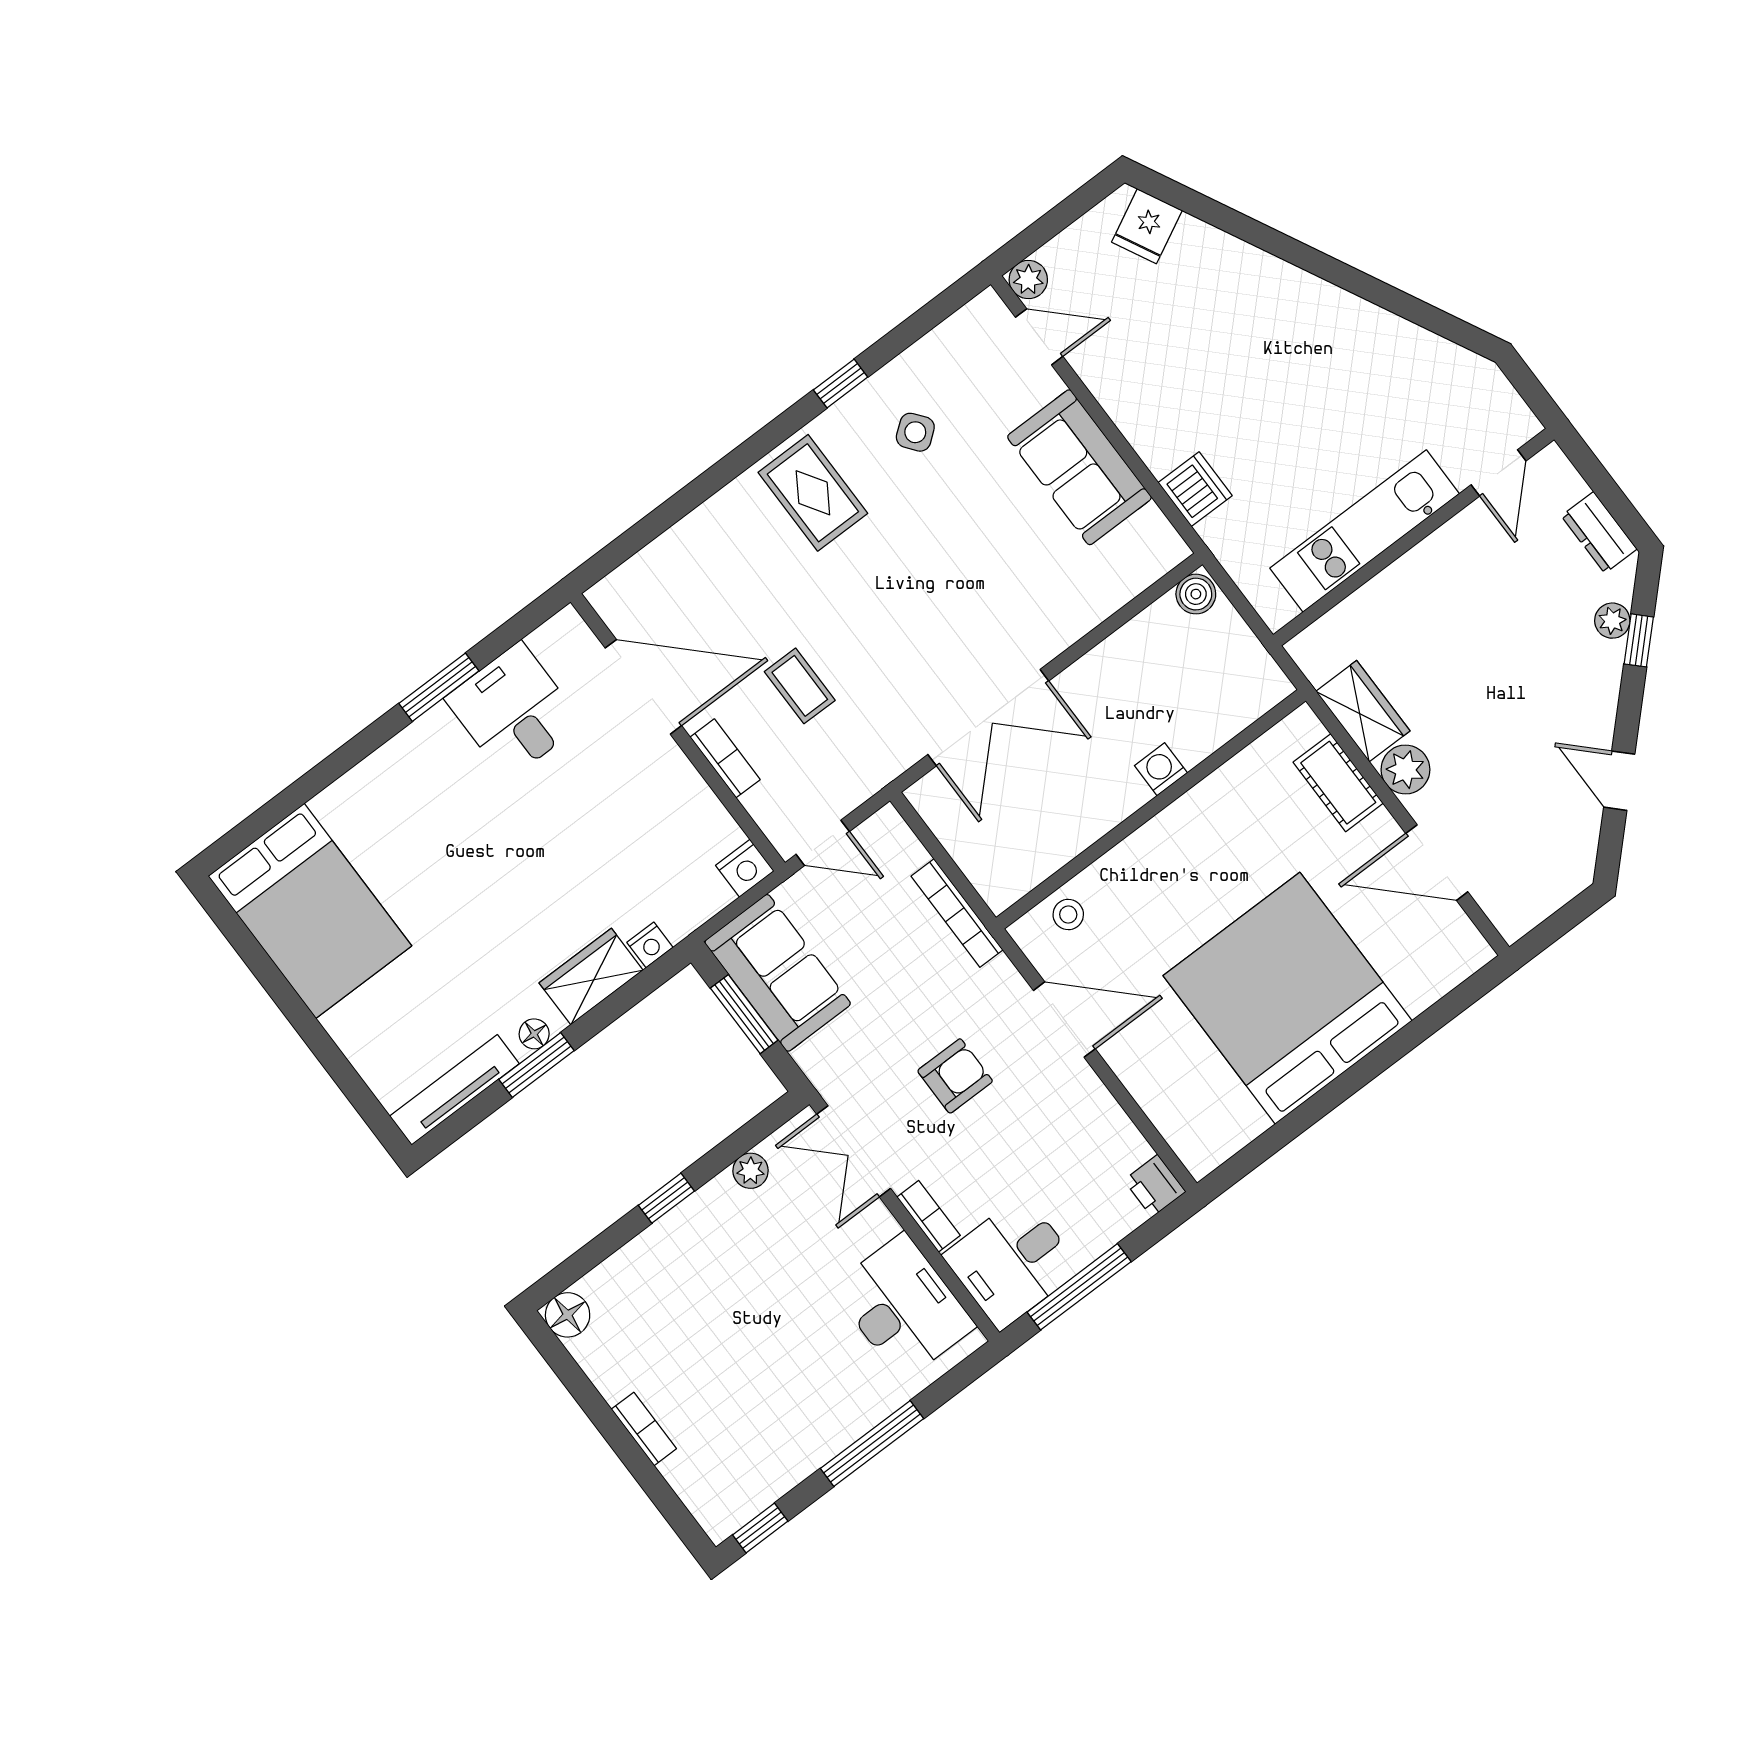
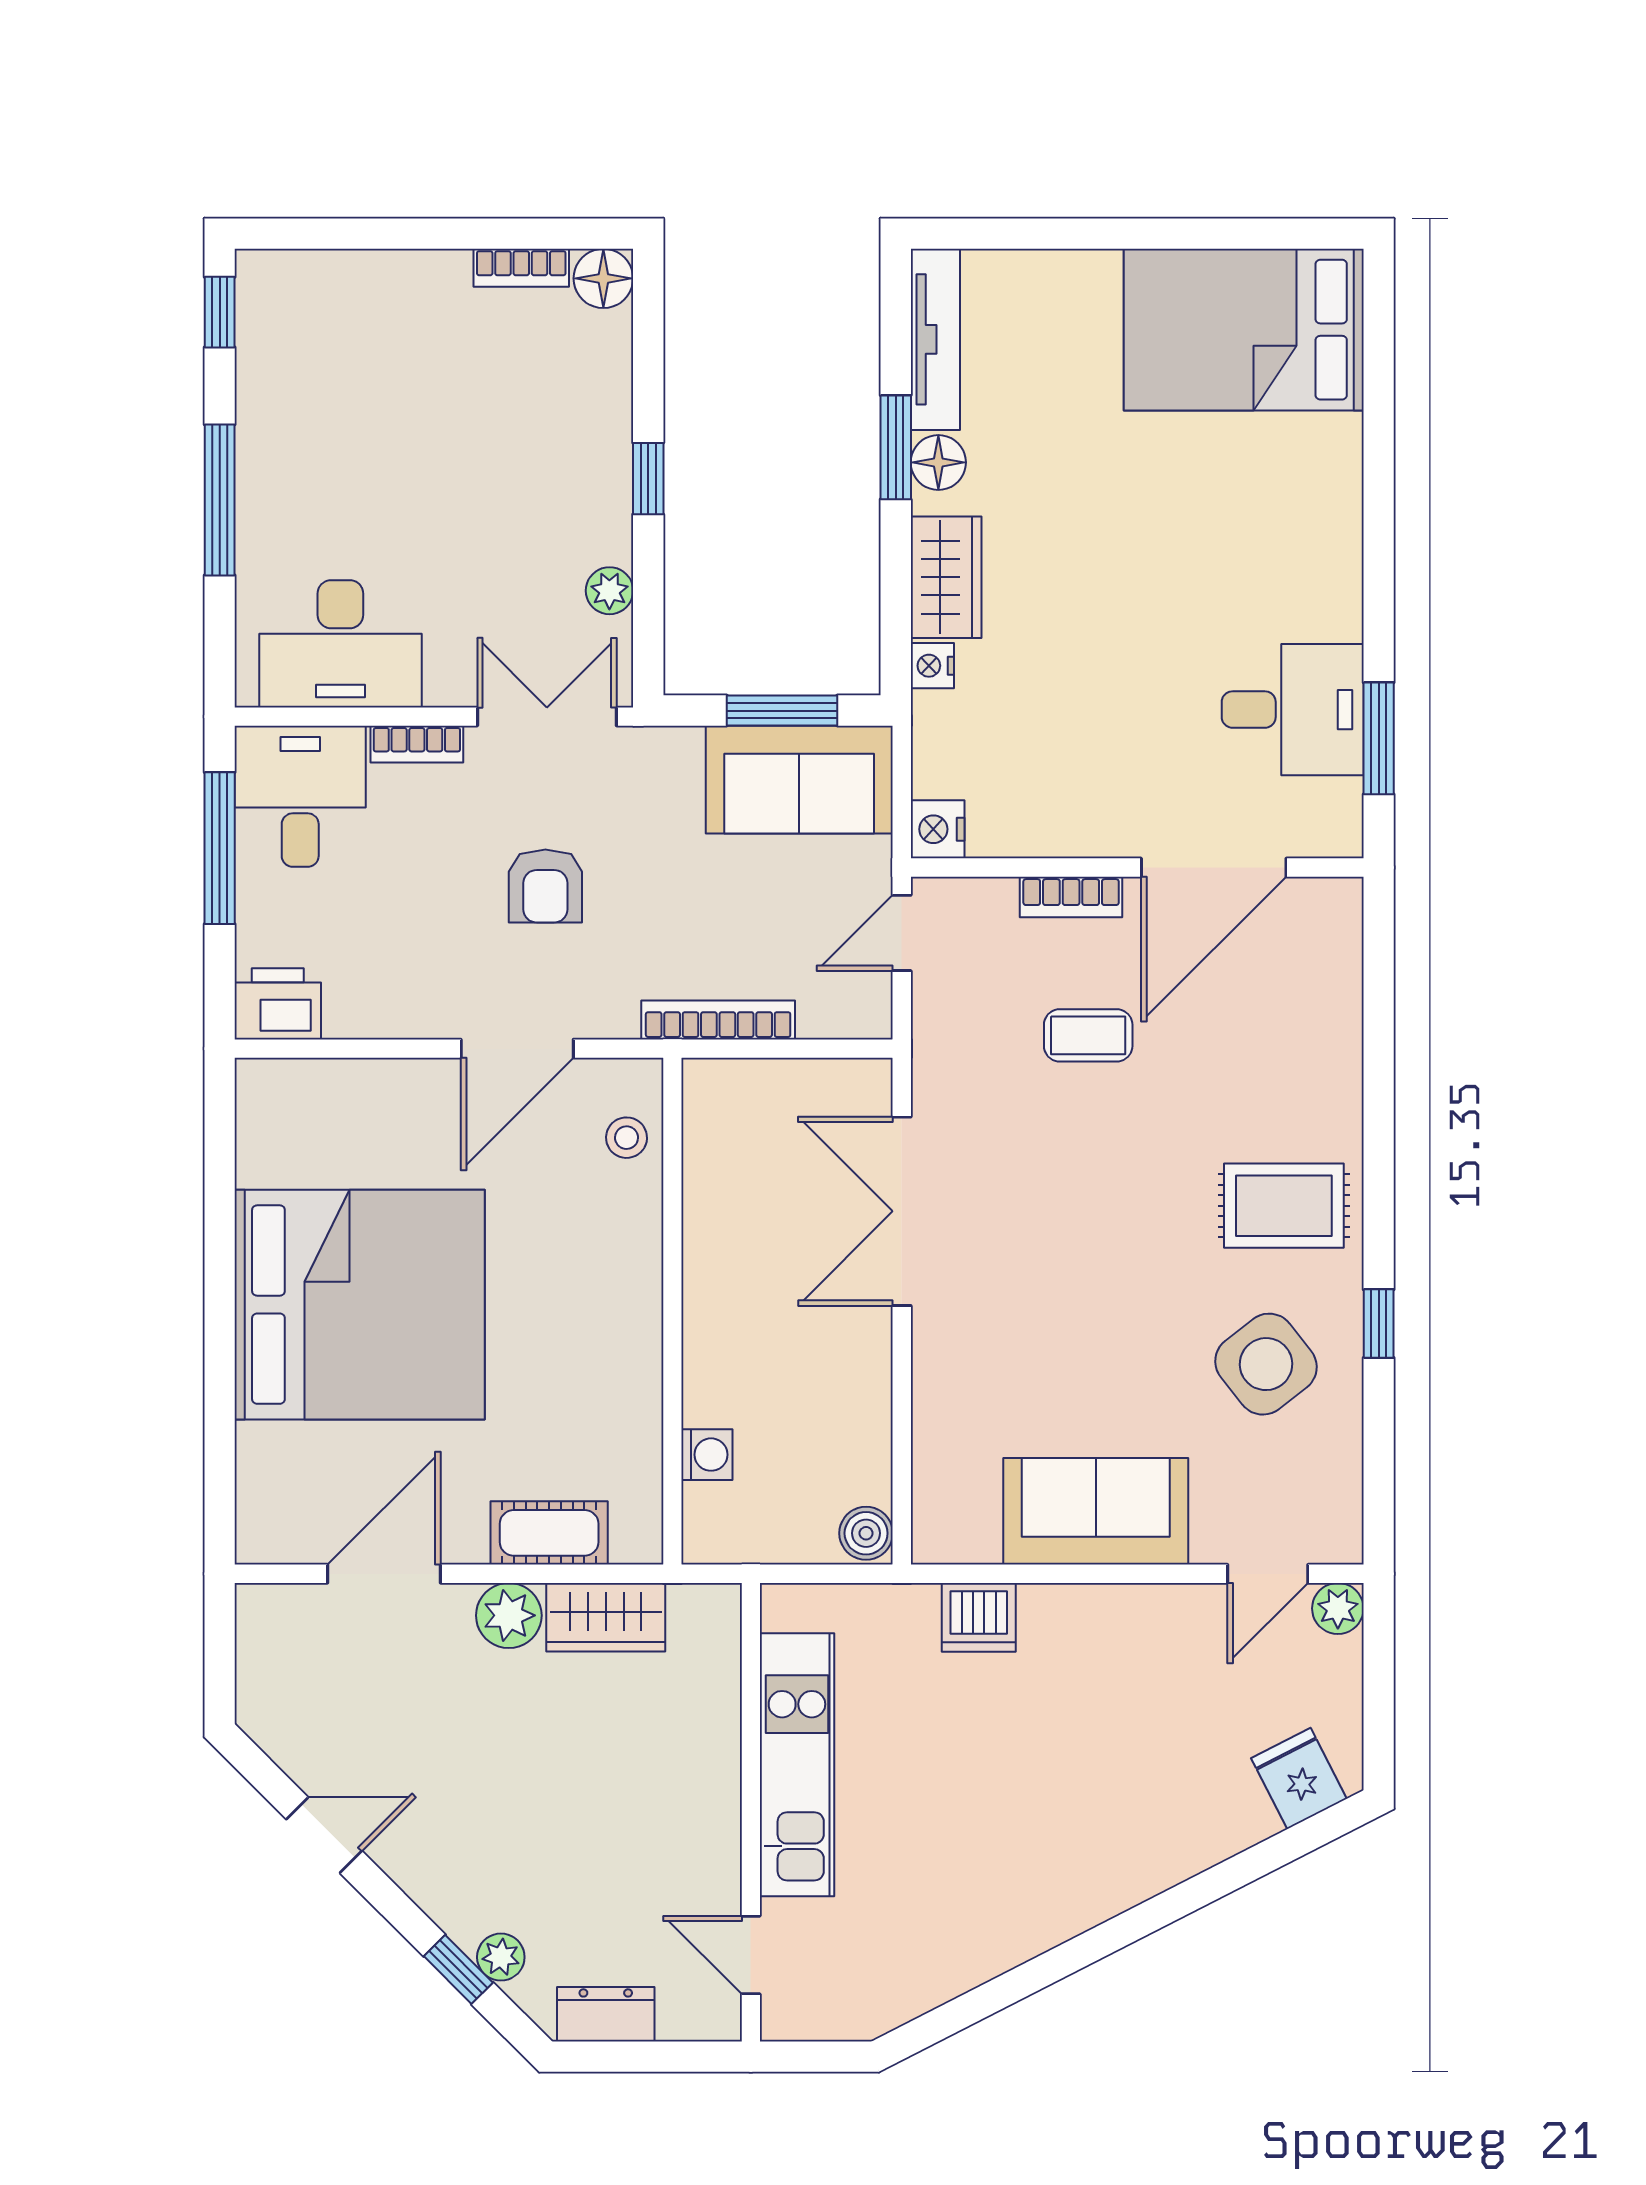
side table: (915, 432) -> (1266, 1364), width x1.87, depth x1.87
window: (439, 687) -> (1379, 738), moved
washing machine: (1161, 769) -> (707, 1455), moved
floor lamp: (534, 1034) -> (938, 462), width x1.37, depth x1.37
printer: (1155, 1186) -> (278, 1004), width x1.36, depth x1.24
bookcase: (644, 1429) -> (521, 268), moved

